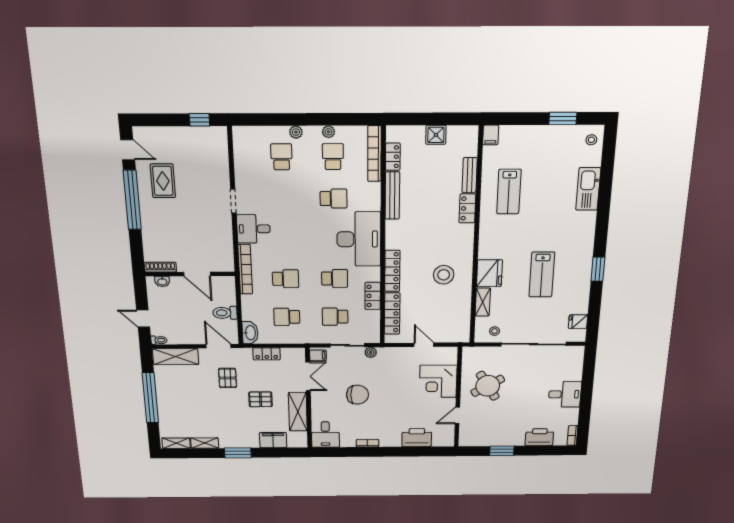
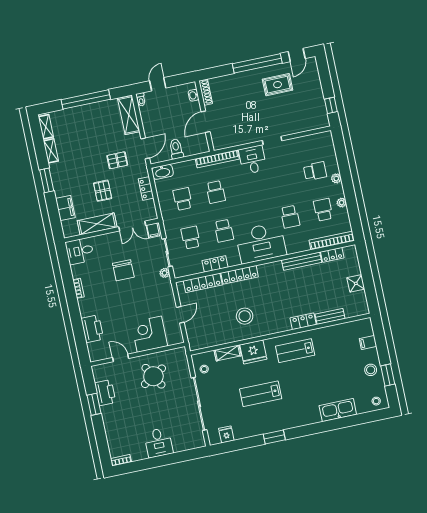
filing cabinet: (491, 135) -> (368, 342), moved
stool: (550, 139) -> (371, 370), added
school desk: (333, 157) -> (323, 210), turned -90
lab bench: (509, 192) -> (295, 351), moved
printer: (539, 437) -> (105, 393), moved

